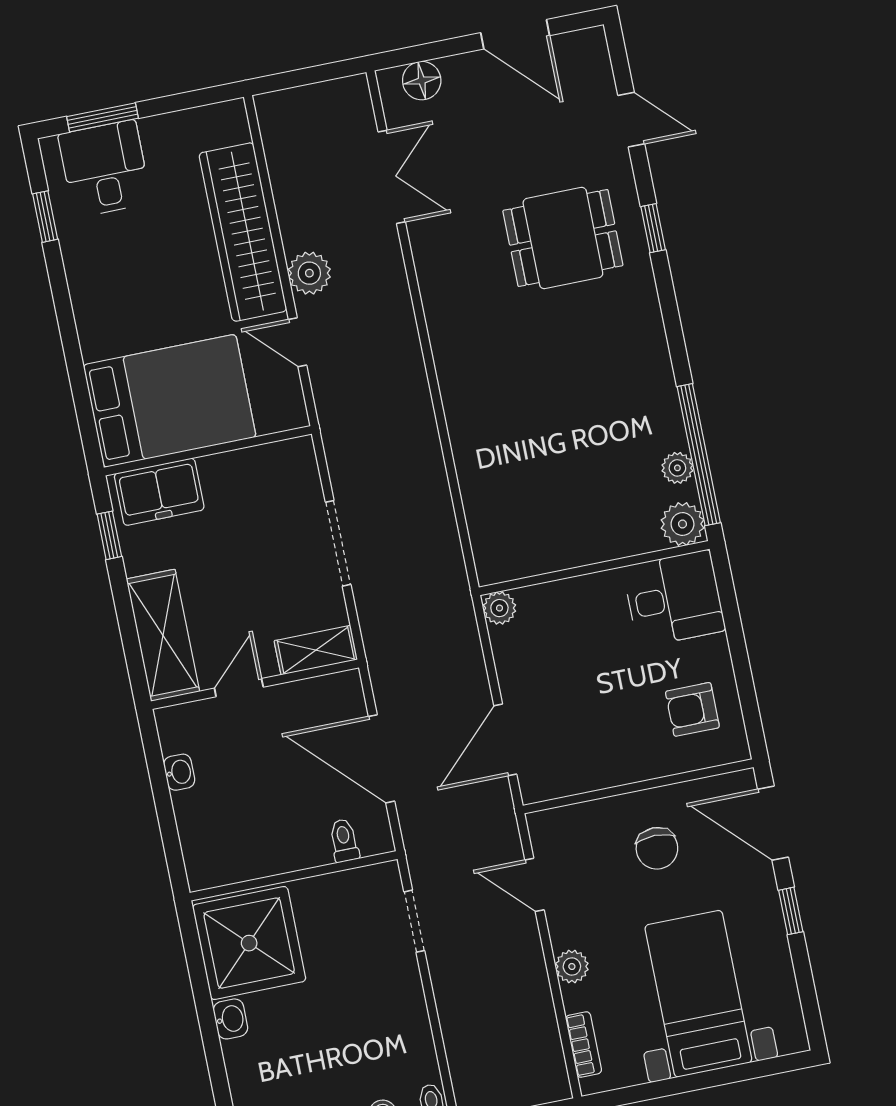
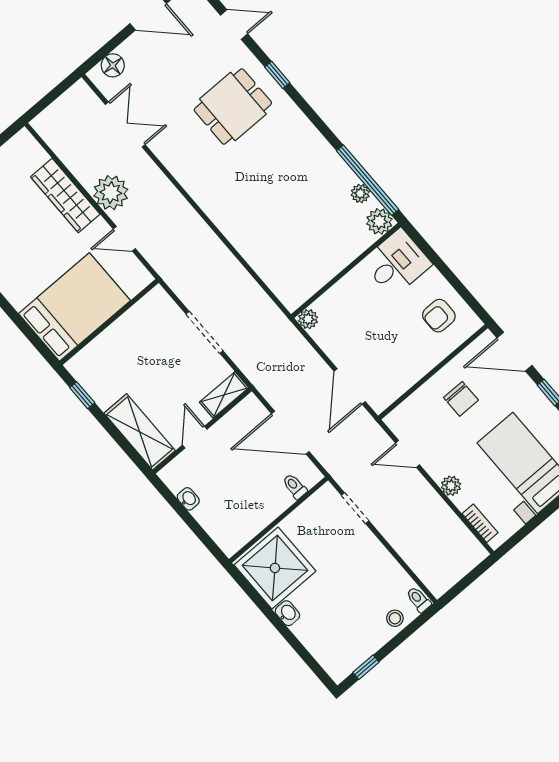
wardrobe: (243, 232) -> (65, 196), width x0.71, depth x0.85
plant: (309, 273) -> (111, 193), width x1.36, depth x1.36
freezer: (159, 492) -> (96, 358), removed

